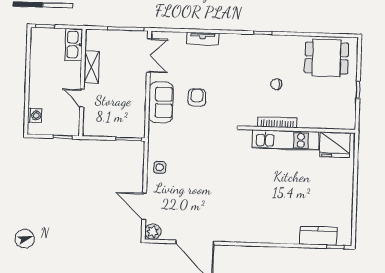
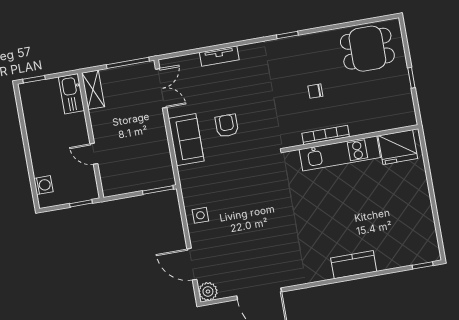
shelving: (92, 67) -> (93, 90), moved
kitchen counter: (318, 236) -> (354, 265), moved

